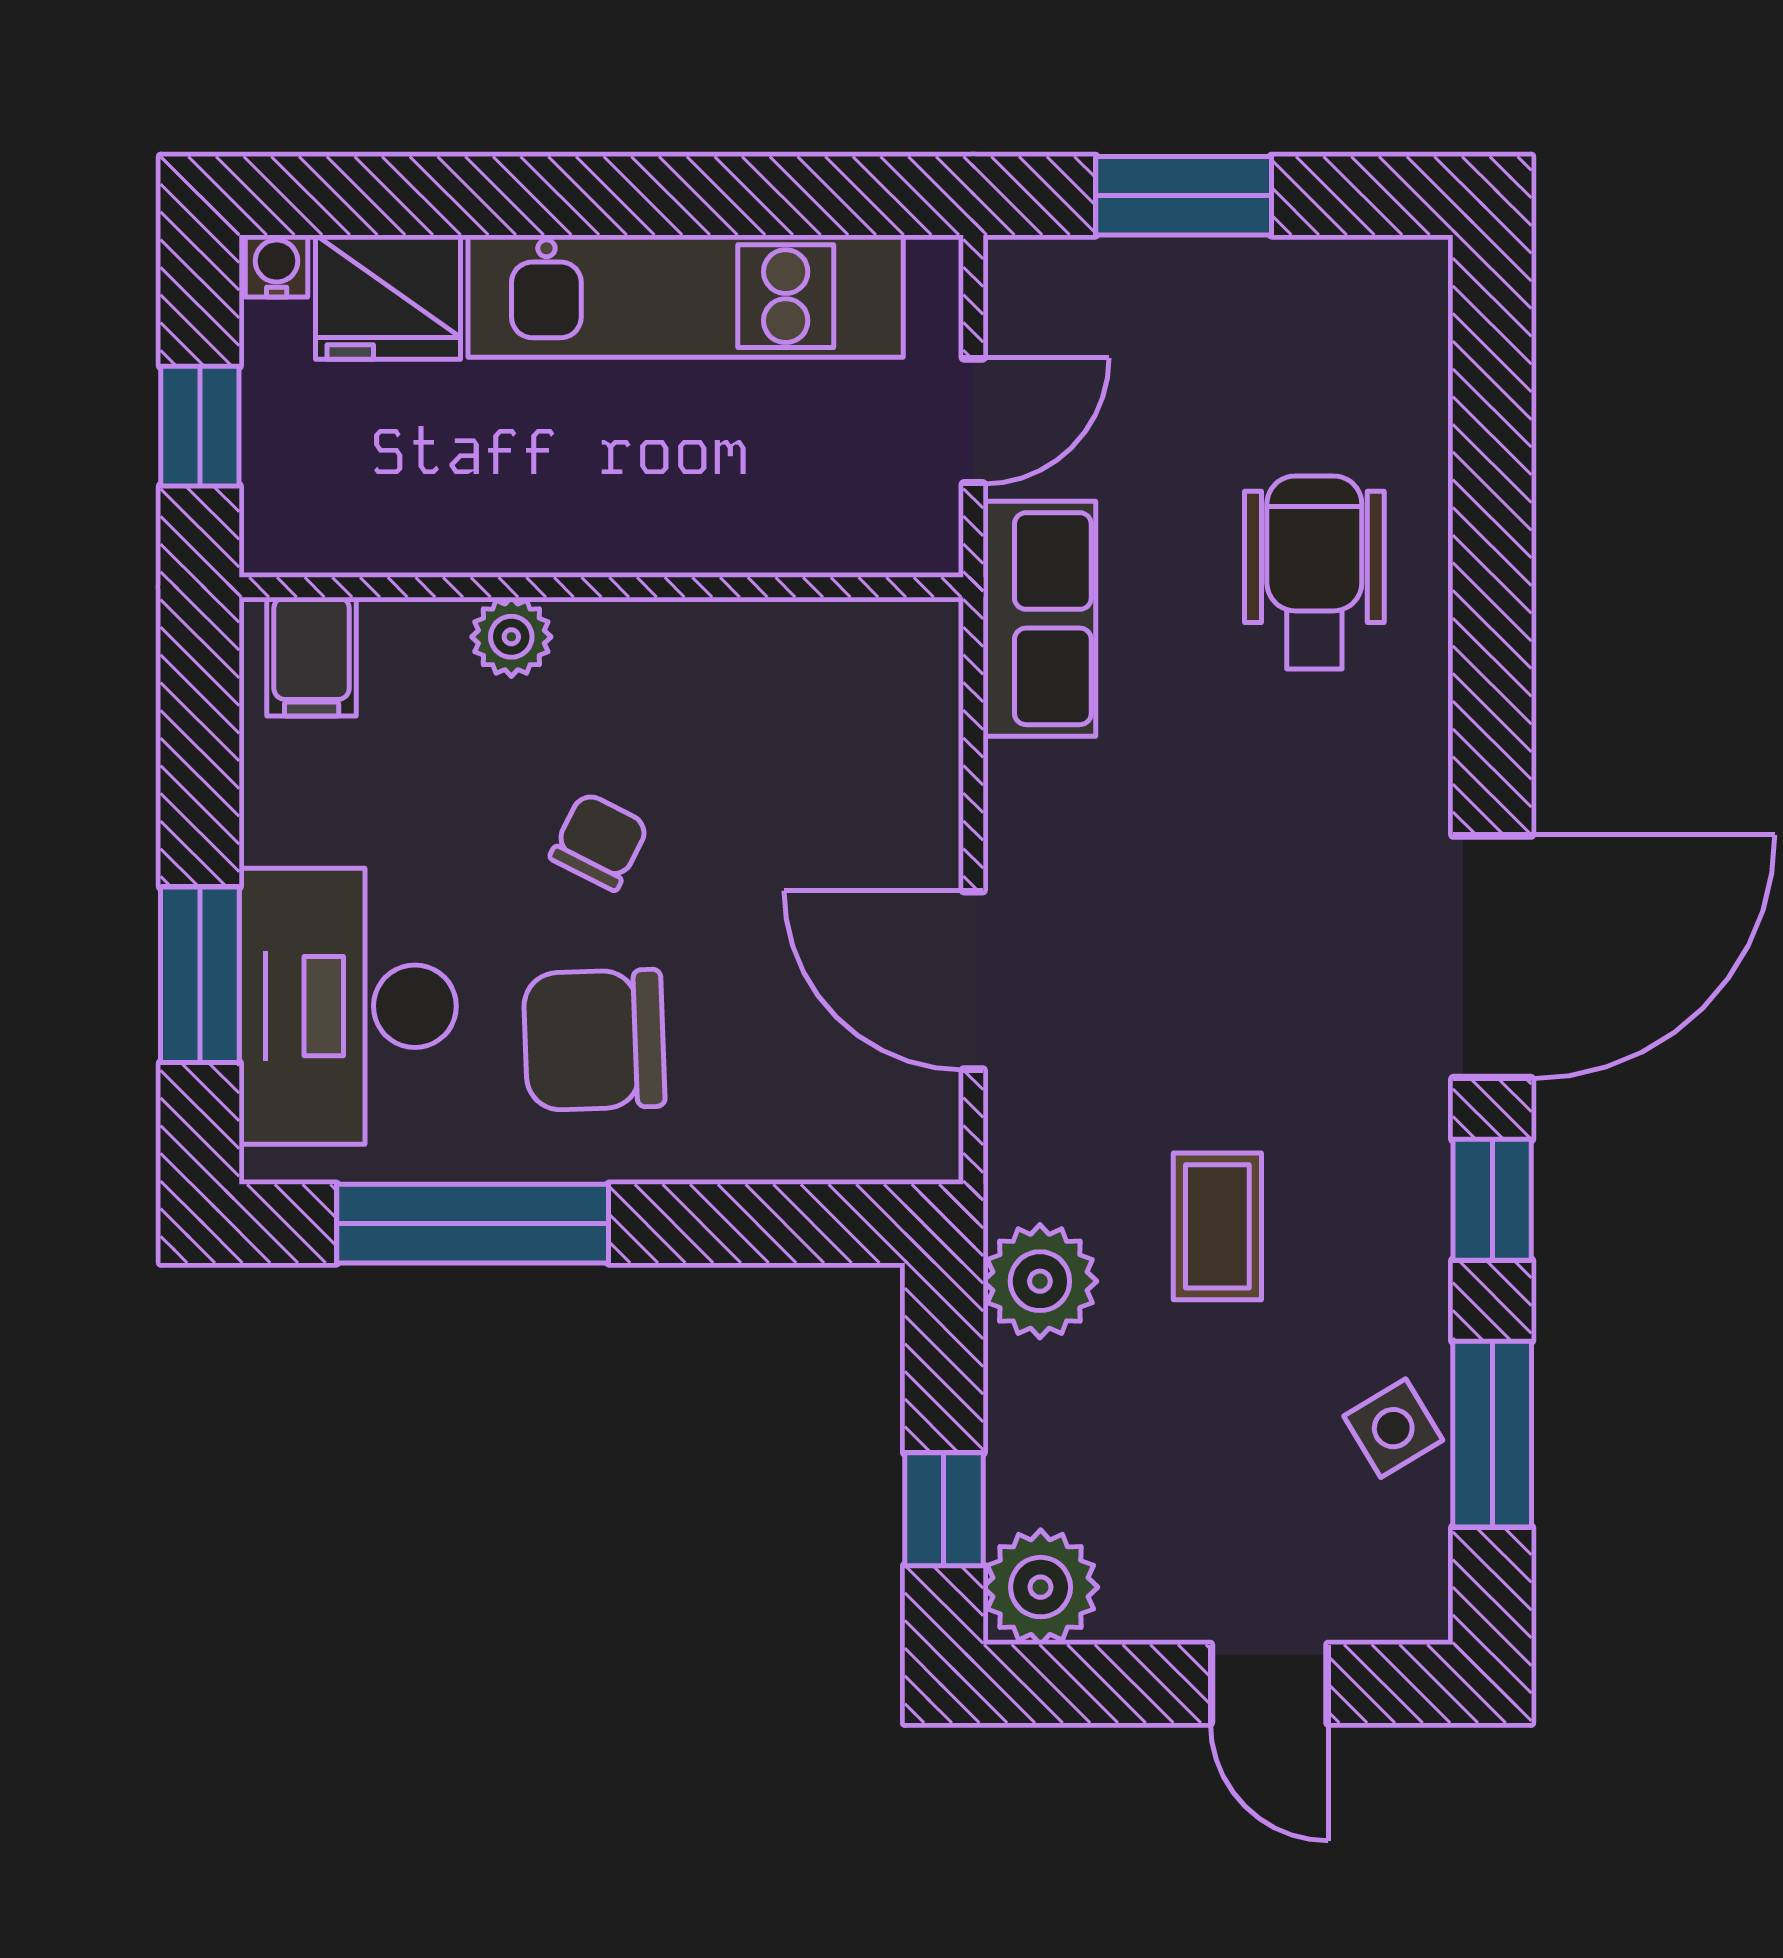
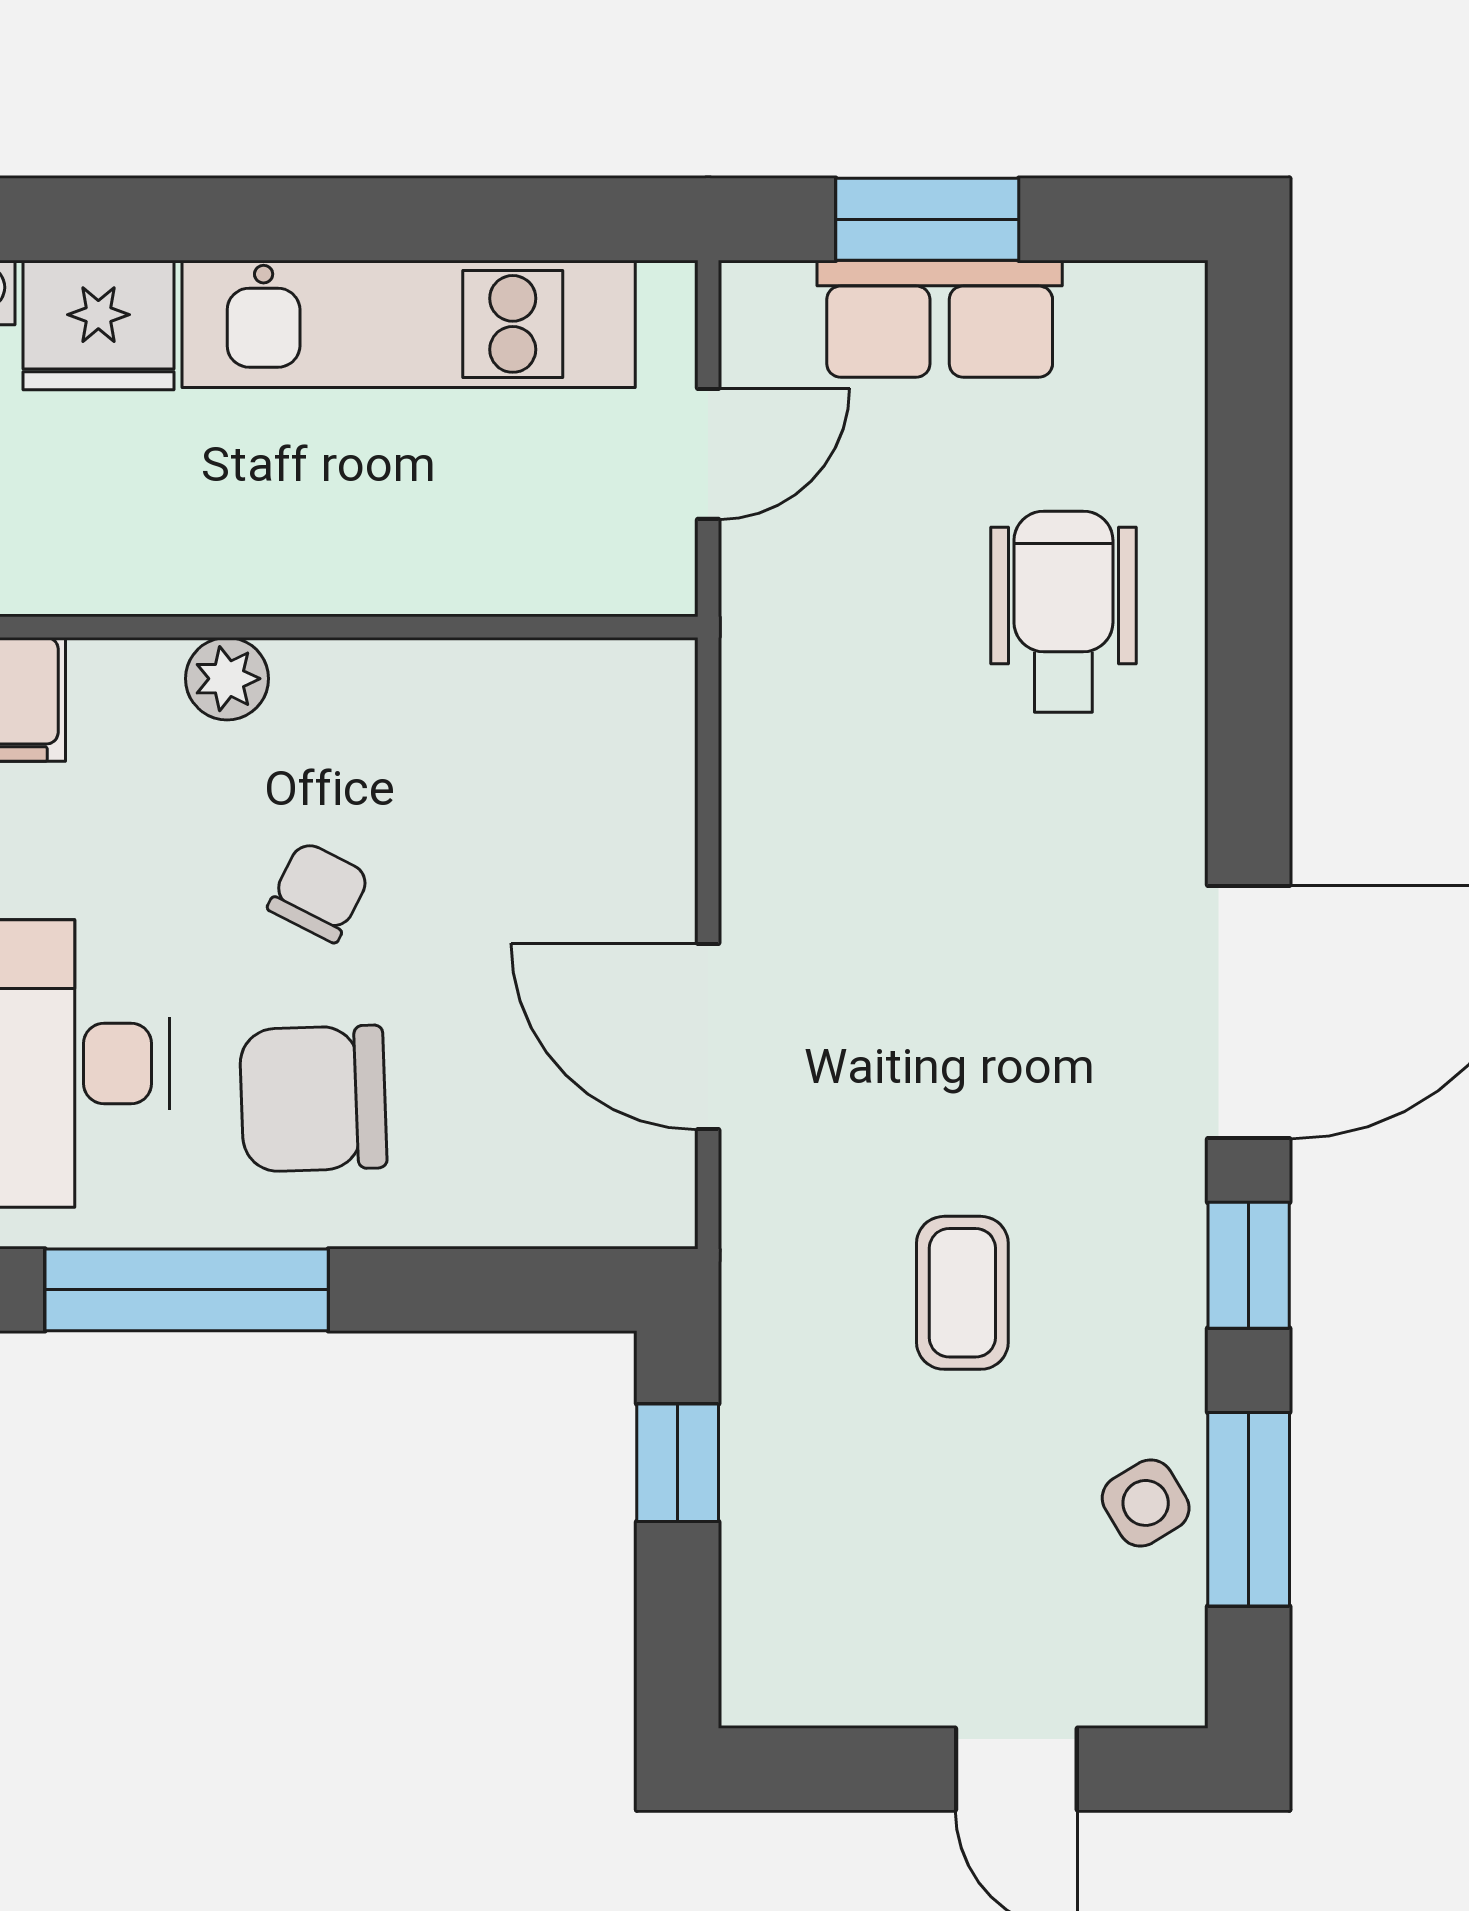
row of seats: (1039, 619) -> (940, 319), moved, turned 90
plant: (1040, 1281) -> (778, 1350), removed
window: (944, 1509) -> (678, 1463), moved
plant: (1041, 1587) -> (778, 1669), removed

